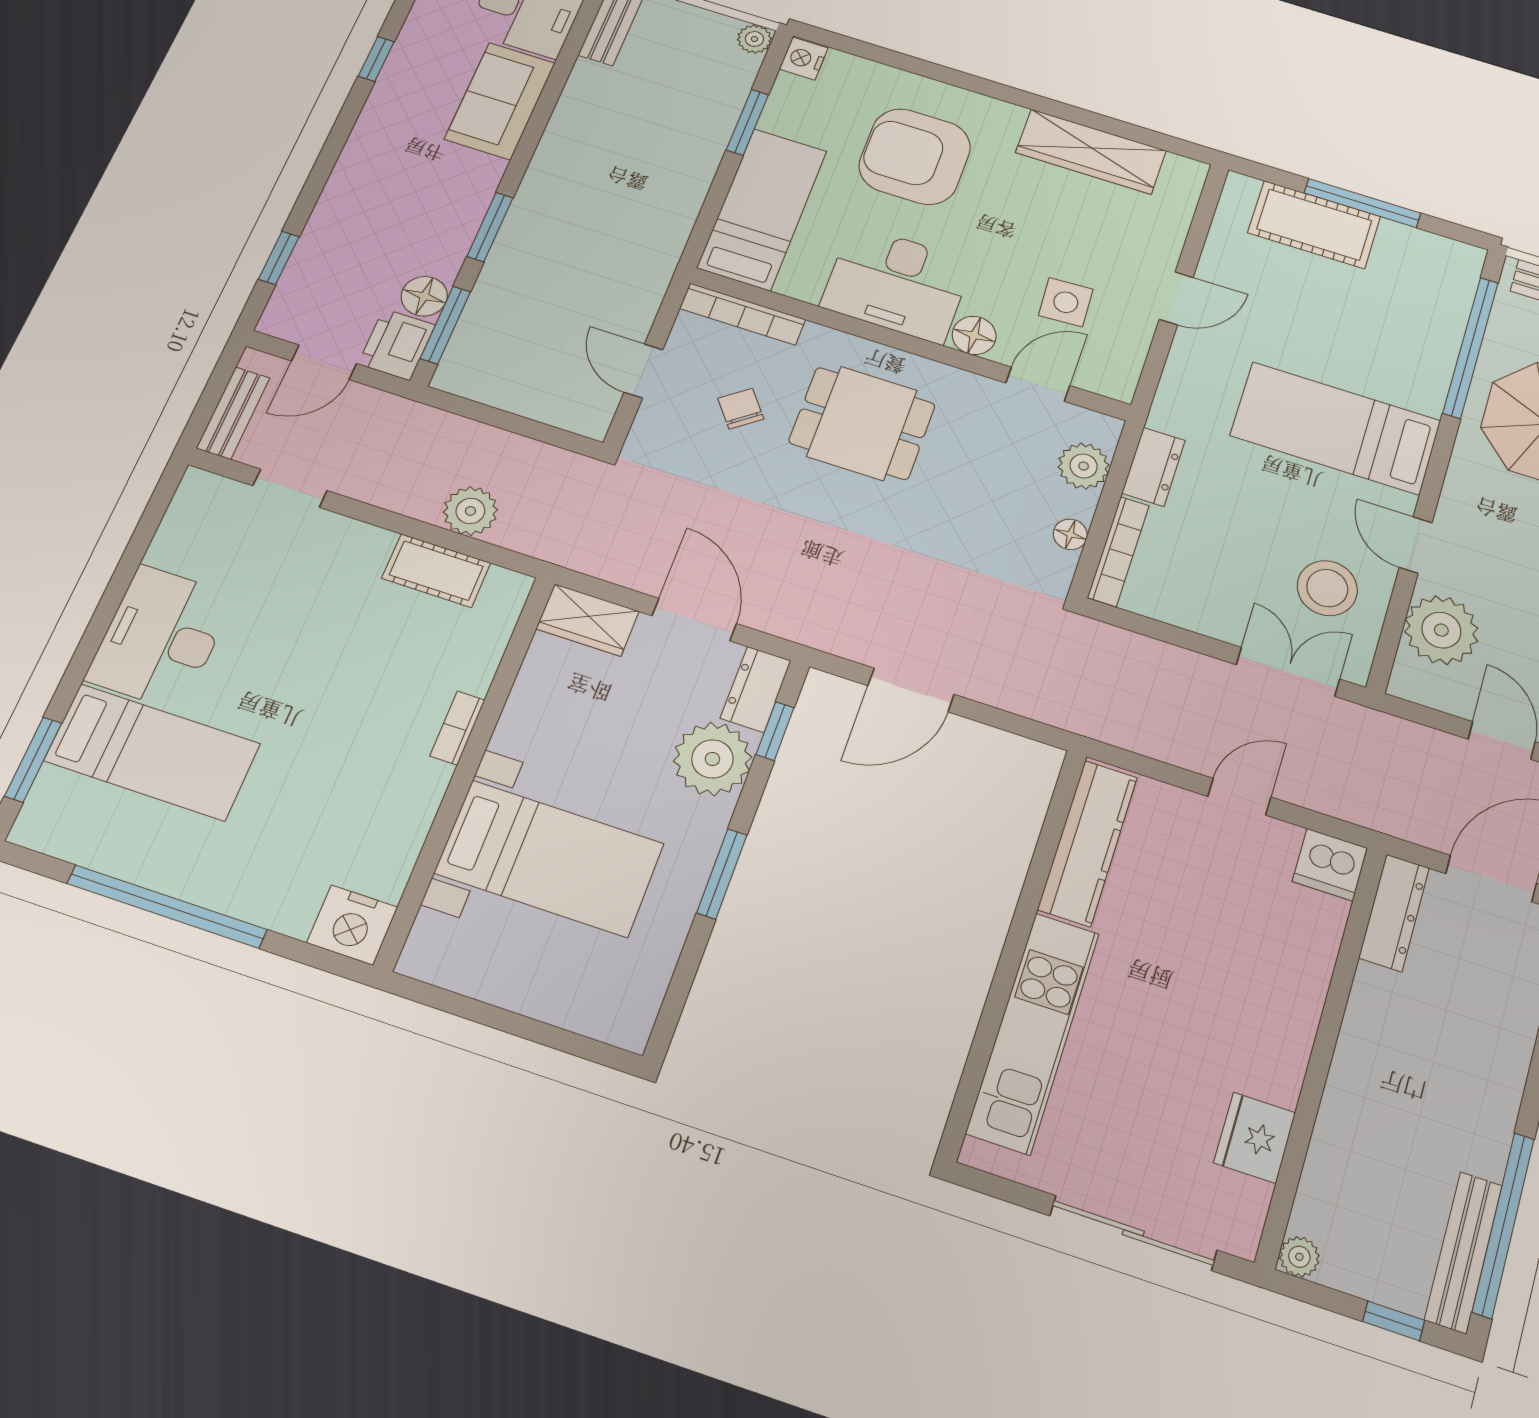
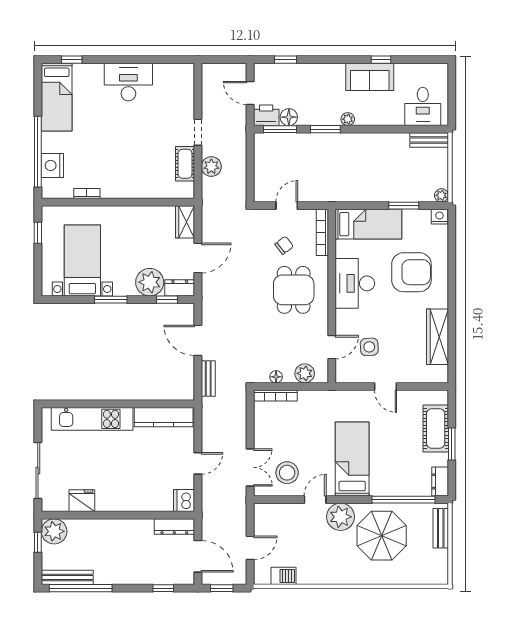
sofa: (500, 101) -> (370, 77), moved, turned 180
armchair: (915, 156) -> (411, 272), turned 90
plant: (487, 172) -> (348, 119), added
window: (1362, 203) -> (452, 444), width x0.69
floor lamp: (974, 335) -> (344, 318), removed
door: (1038, 384) -> (332, 347), hinge flipped
bench: (233, 413) -> (208, 378), moved, turned 90
dresser: (1154, 467) -> (440, 481), moved, turned 90
doorway: (290, 488) -> (198, 132), moved
plant: (1441, 630) -> (341, 517), moved
bookcase: (457, 728) -> (87, 194), moved
bed: (152, 752) -> (57, 97), moved
window: (33, 760) -> (72, 60), width x0.67
door: (1239, 797) -> (198, 463), hinge flipped
bed with nightstands: (549, 858) -> (82, 261), moved, turned 180
window: (167, 907) -> (38, 152), moved
nightstand: (352, 925) -> (52, 165), moved
window: (463, 1007) -> (38, 233), added
plant: (1299, 1257) -> (54, 531), width x1.87, depth x1.87
window: (1394, 1321) -> (38, 542), moved

